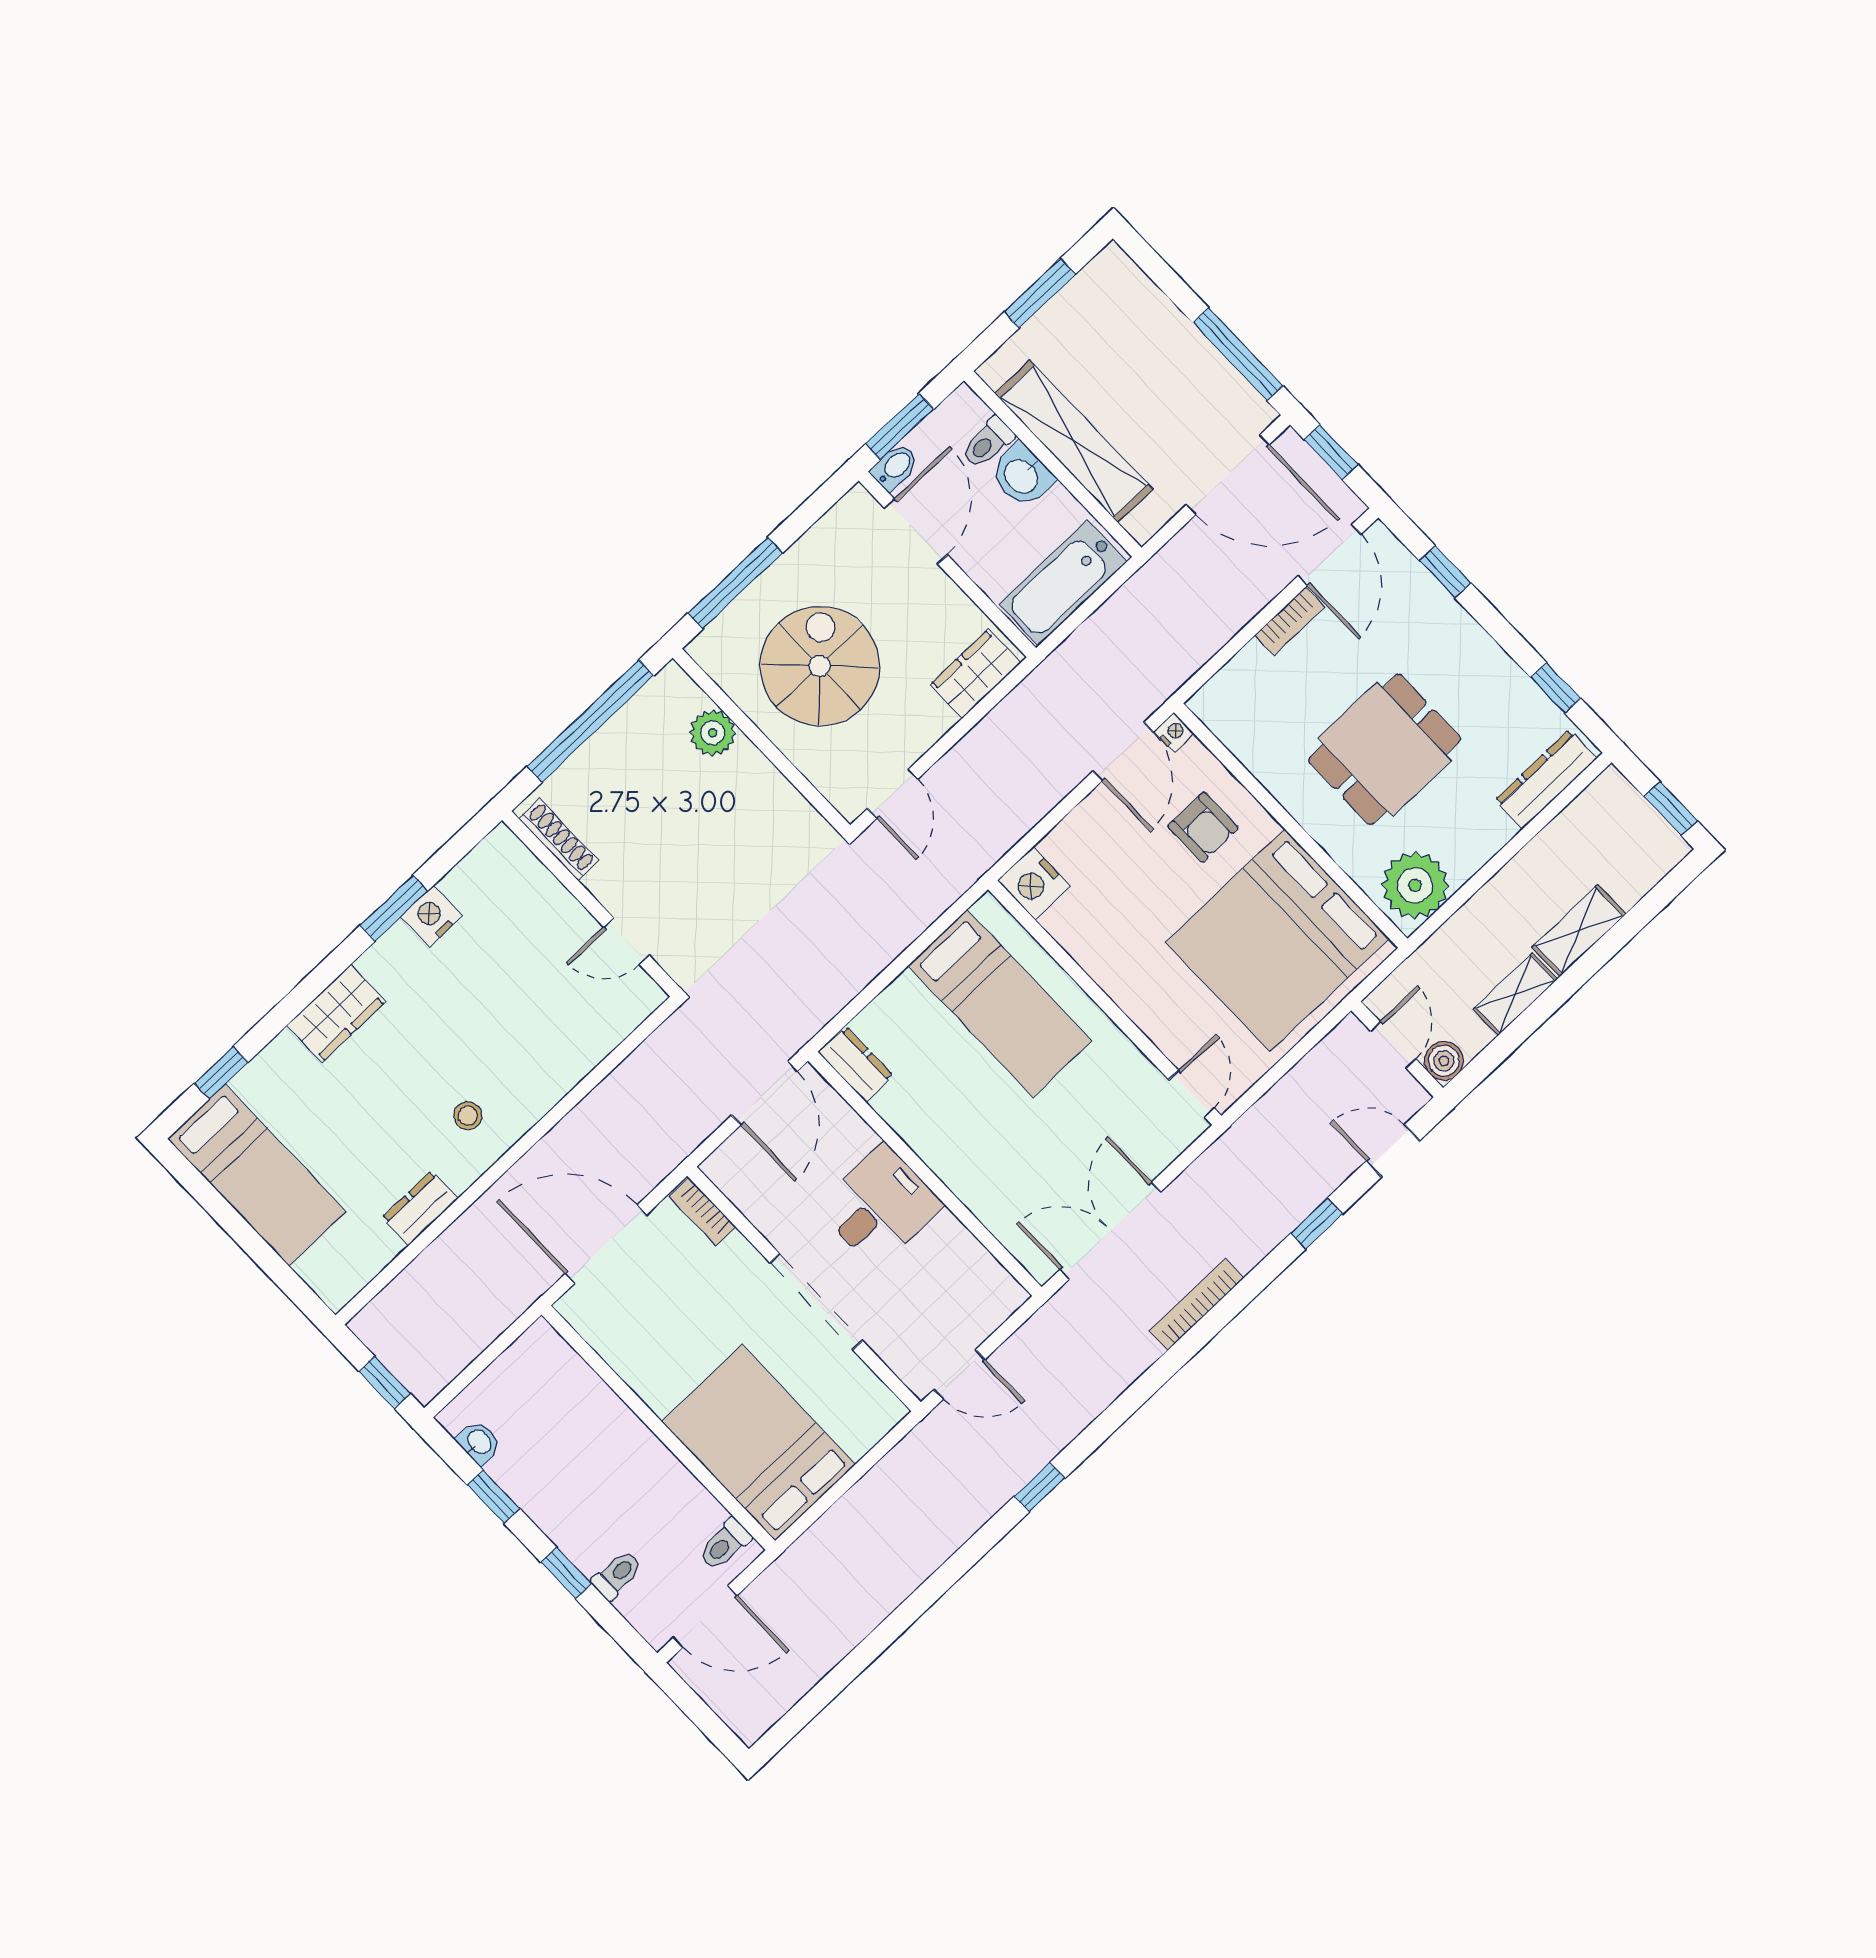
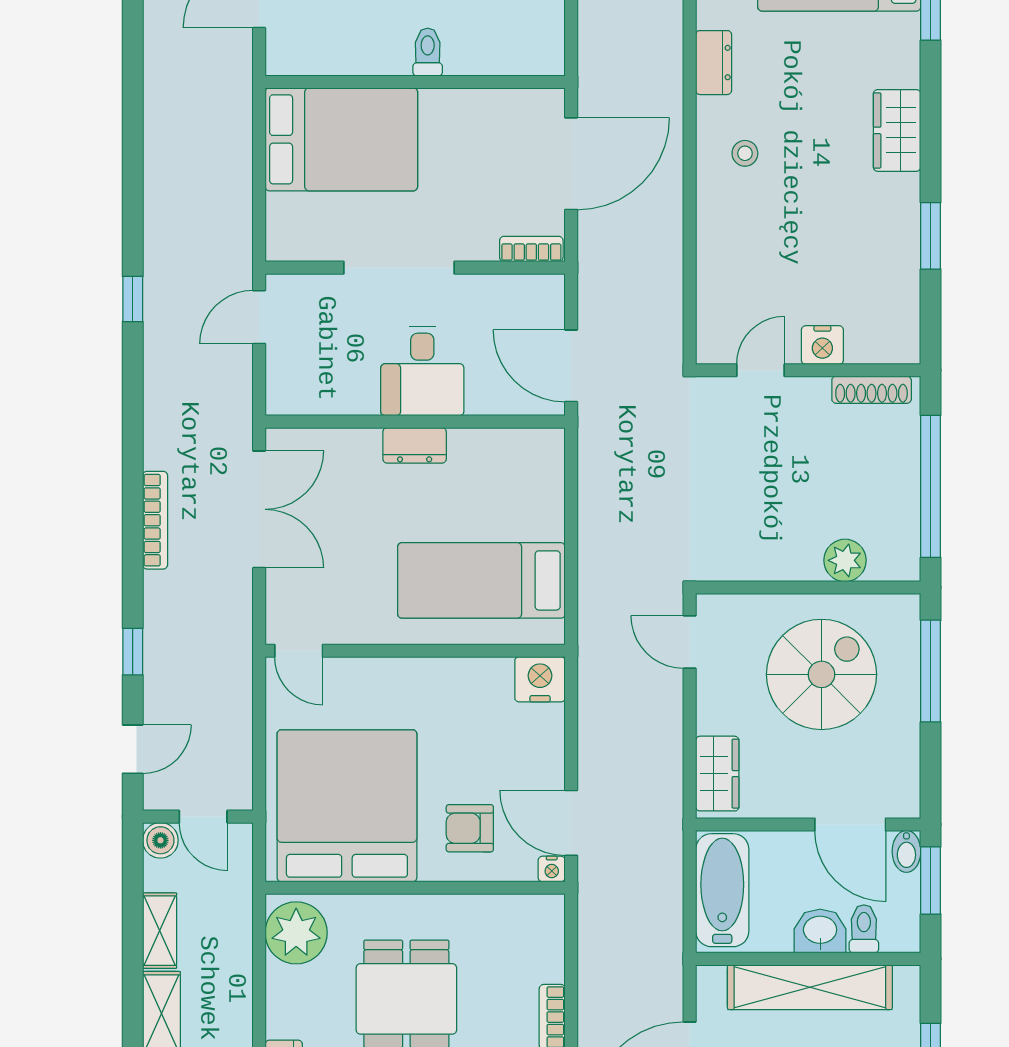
spiral stairs: (820, 666) -> (822, 674), turned -90
nightstand: (431, 916) -> (822, 345), moved, turned 90
dresser: (856, 1064) -> (415, 445), moved
toilet: (725, 1544) -> (428, 52), moved

